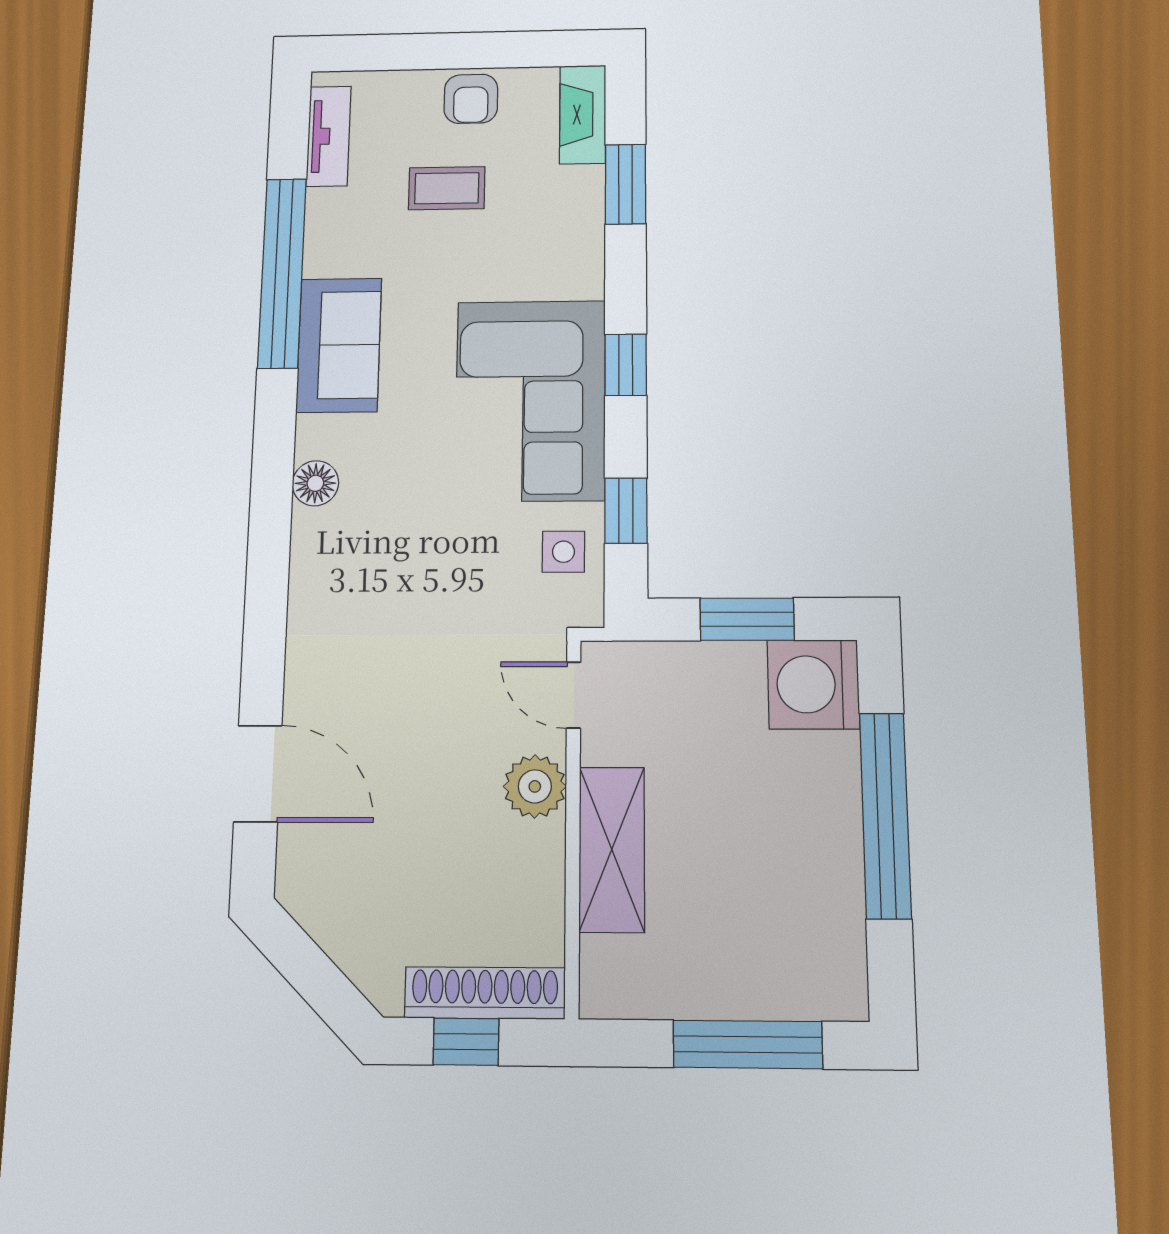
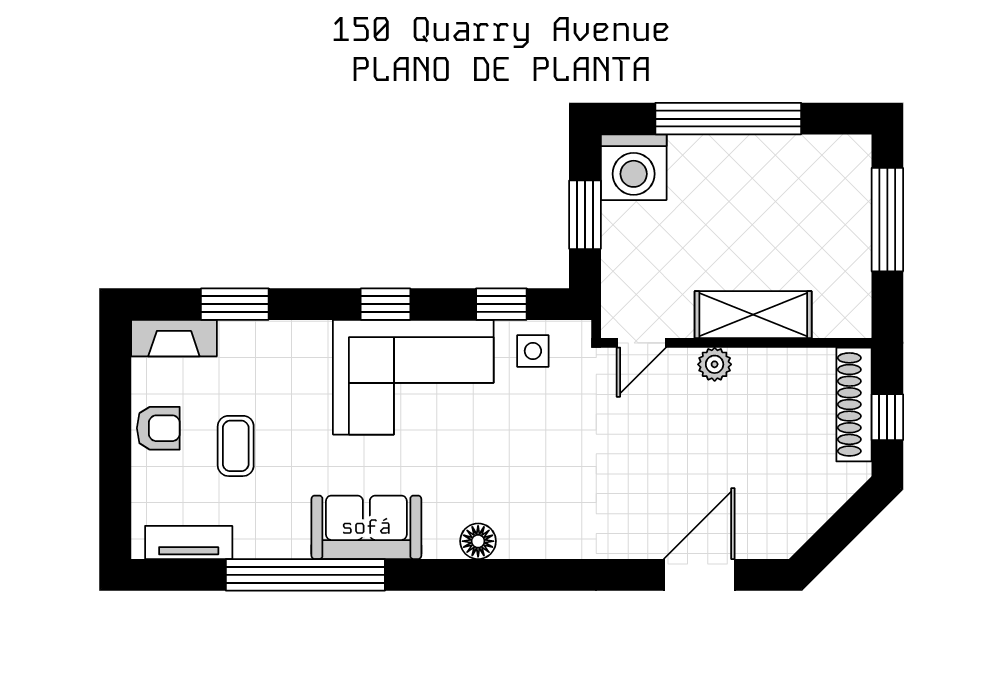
plant: (535, 786) -> (715, 364), width x0.73, depth x0.73

